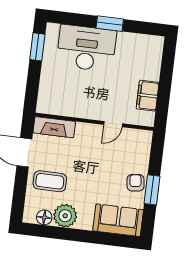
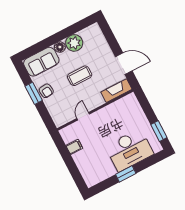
filing cabinet: (148, 96) -> (74, 147), width x0.50
coffee table: (50, 181) -> (80, 76), moved
floor lamp: (44, 217) -> (60, 47), moved

